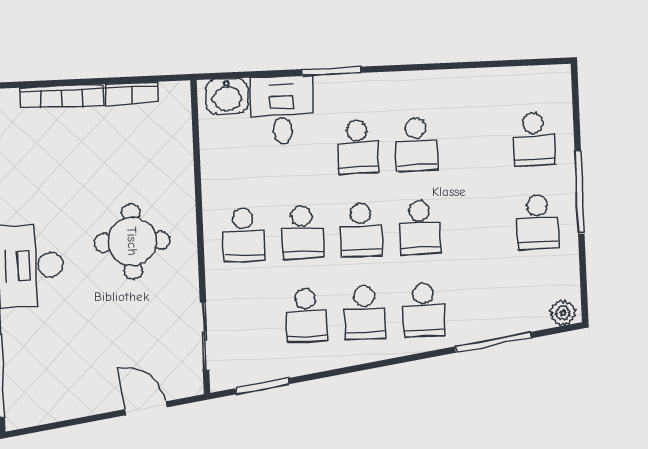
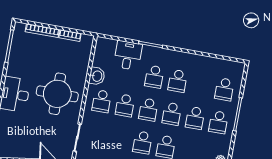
washbasin: (227, 96) -> (97, 76), moved, turned -90
round table: (132, 241) -> (57, 94), width x1.36, depth x1.36
school desk: (306, 315) -> (195, 118), moved

